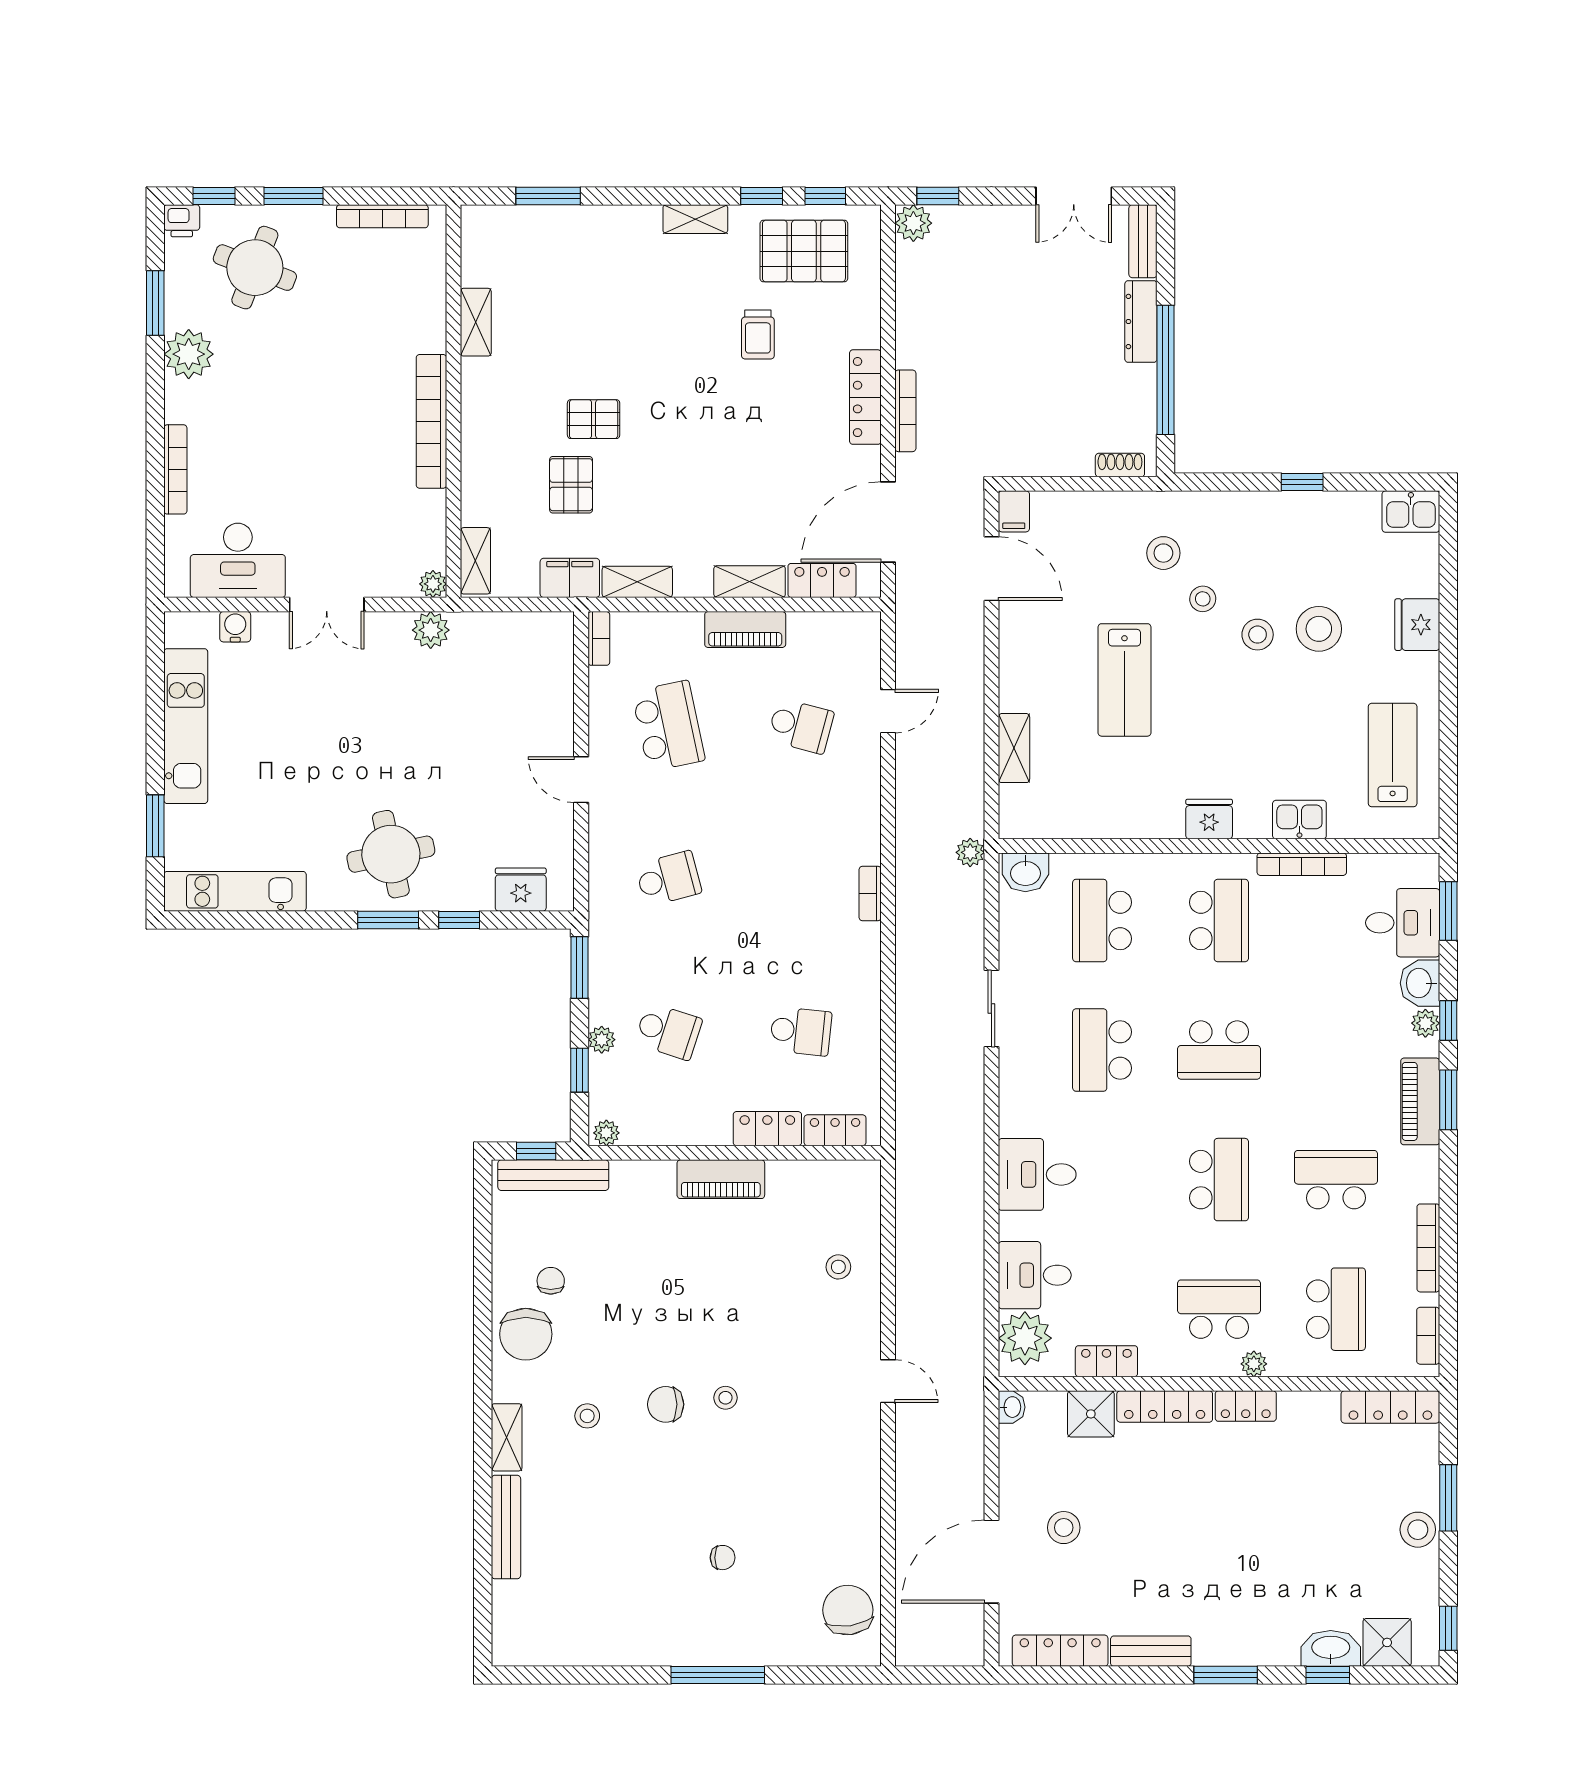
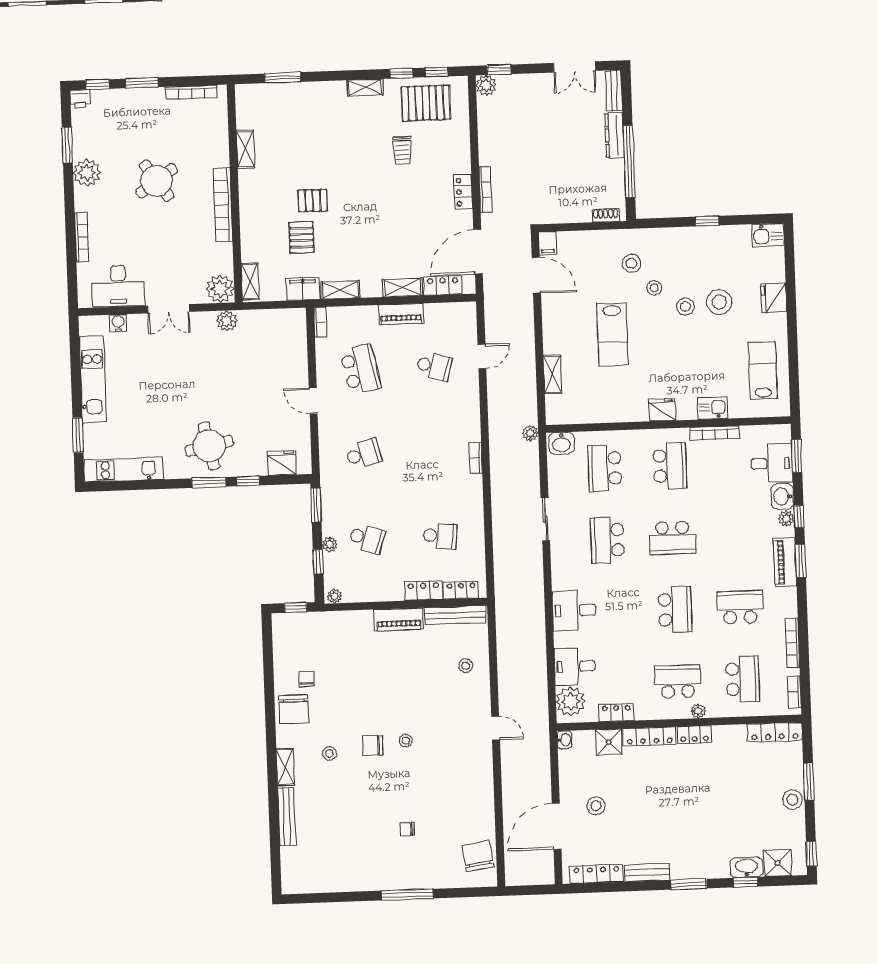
round table: (255, 268) -> (157, 181), moved, turned 34
locker: (865, 397) -> (463, 192), width x0.66
plant: (433, 584) -> (220, 289), width x1.87, depth x1.87
bench: (553, 1175) -> (455, 615), moved
chair: (723, 1558) -> (407, 829), turned 180

